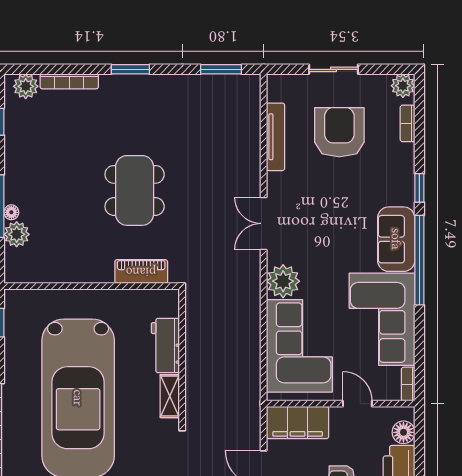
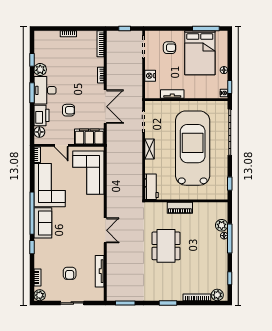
armchair: (339, 132) -> (70, 273), width x0.53, depth x0.53
piano: (141, 272) -> (180, 208), moved
plant: (283, 281) -> (96, 203), removed
workbench: (165, 345) -> (152, 187), moved

